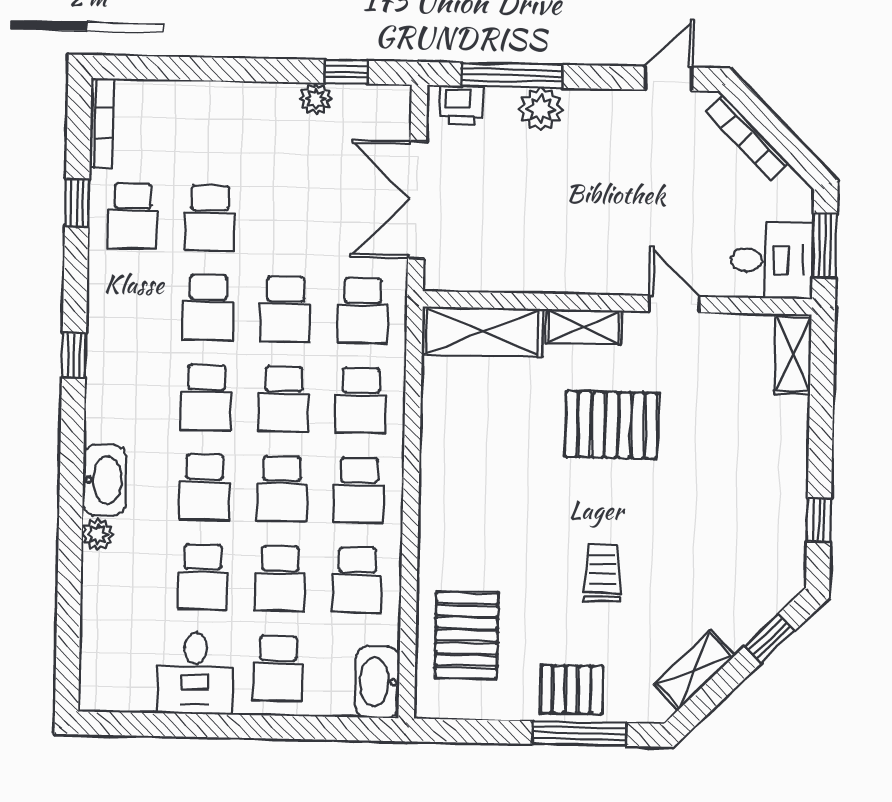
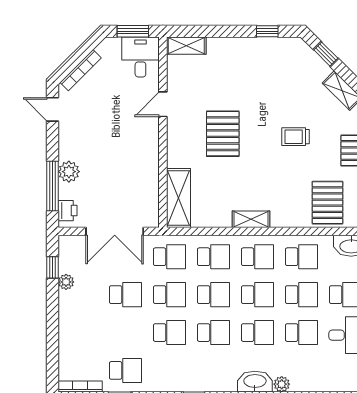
school desk: (210, 218) -> (125, 295), moved
shelving: (584, 327) -> (251, 219), moved, turned 90
pallet: (467, 636) -> (327, 203), turned 90

